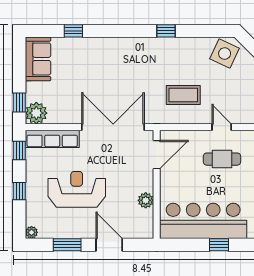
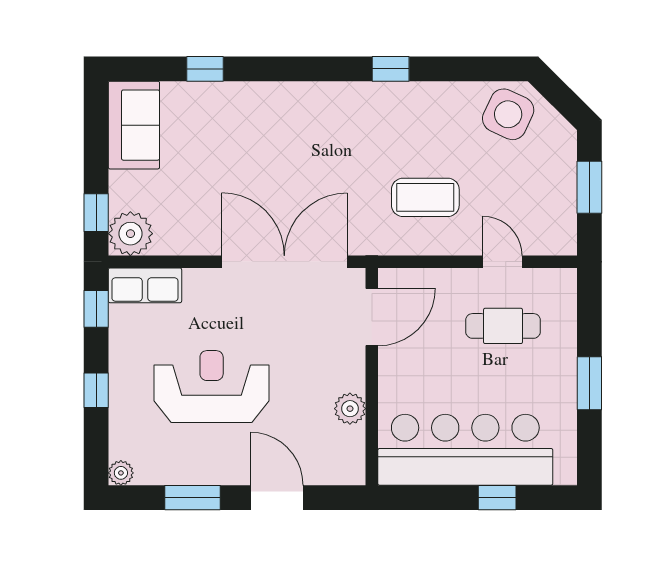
row of seats: (52, 139) -> (145, 285), width x0.68

